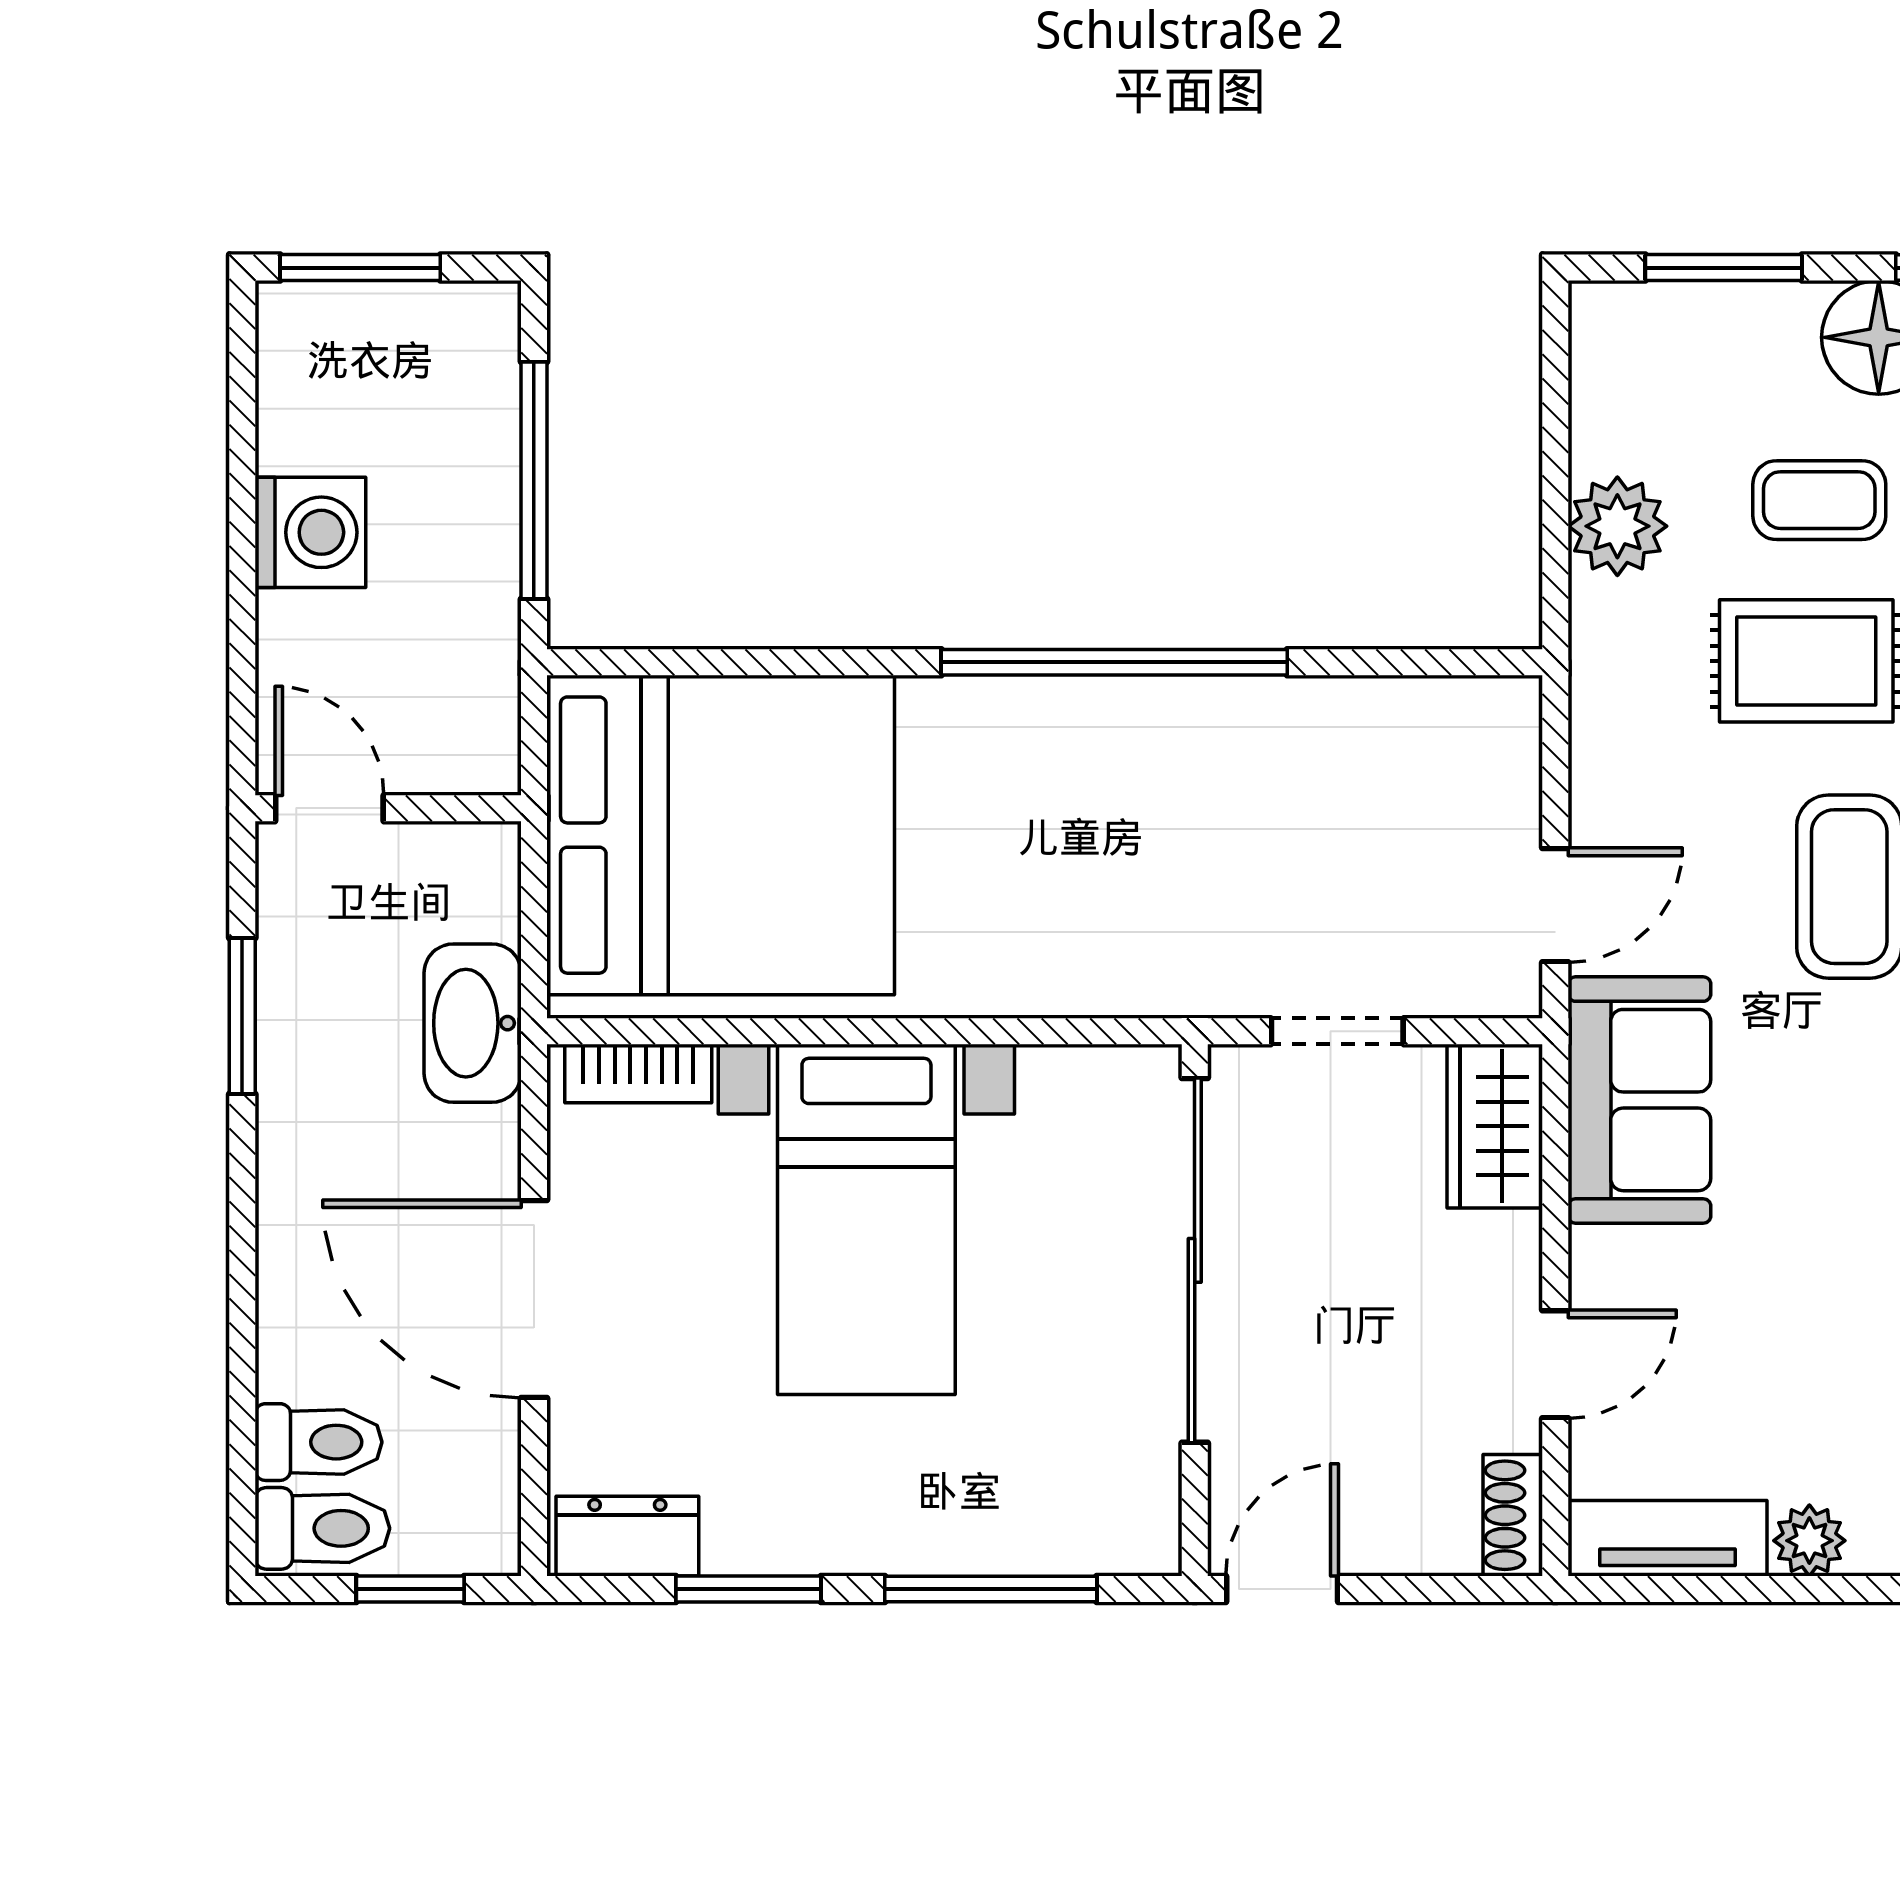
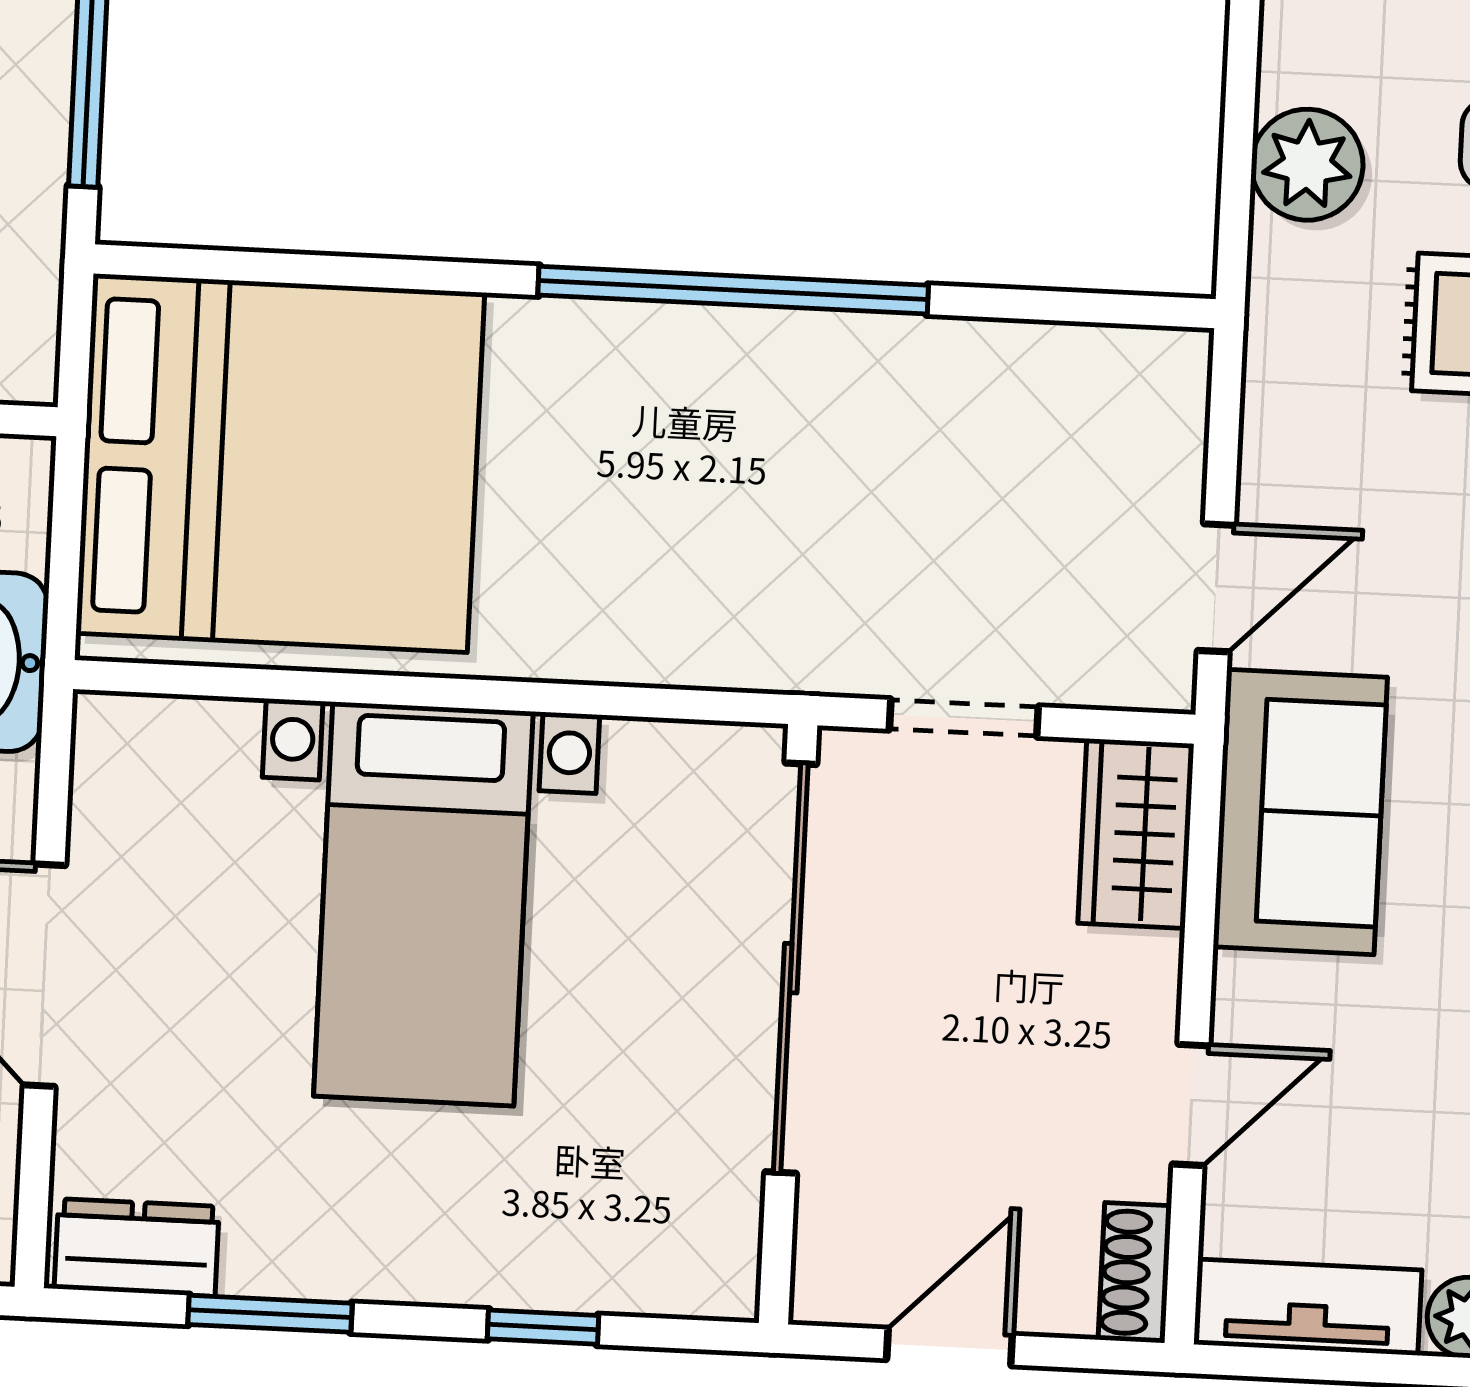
bookcase: (638, 1074) -> (174, 727), removed
window: (991, 1589) -> (543, 1327), width x0.46
door: (1282, 1589) -> (949, 1347), moved

